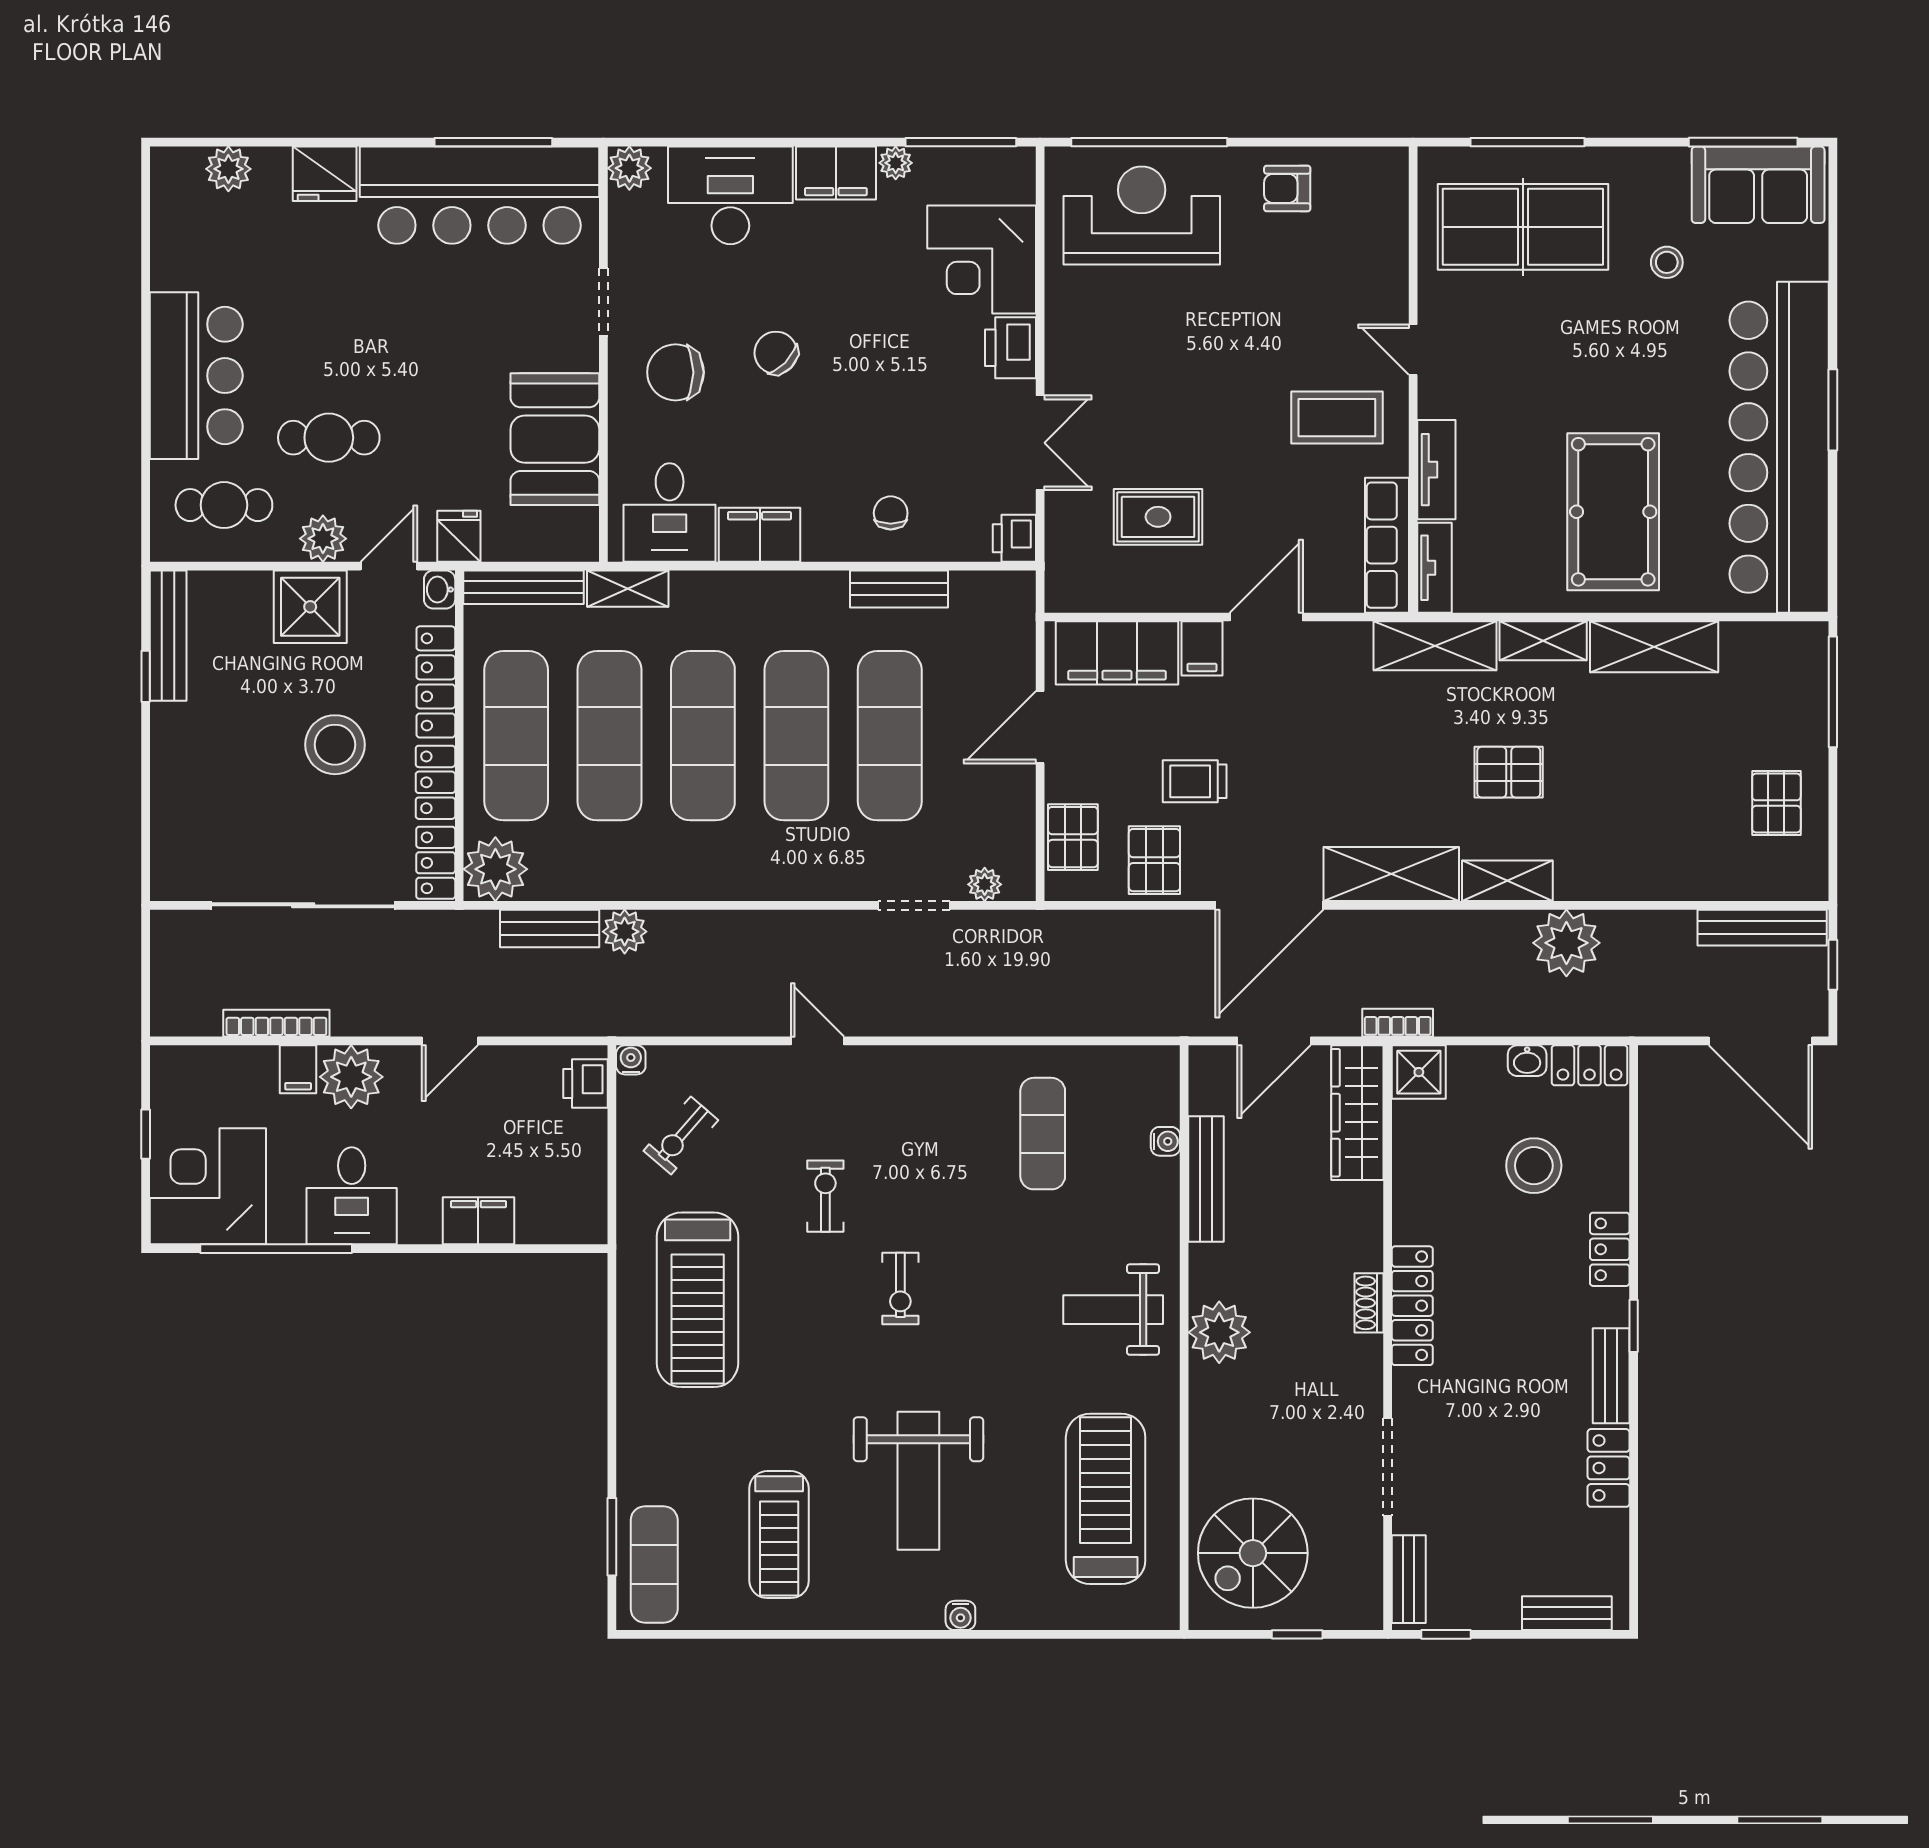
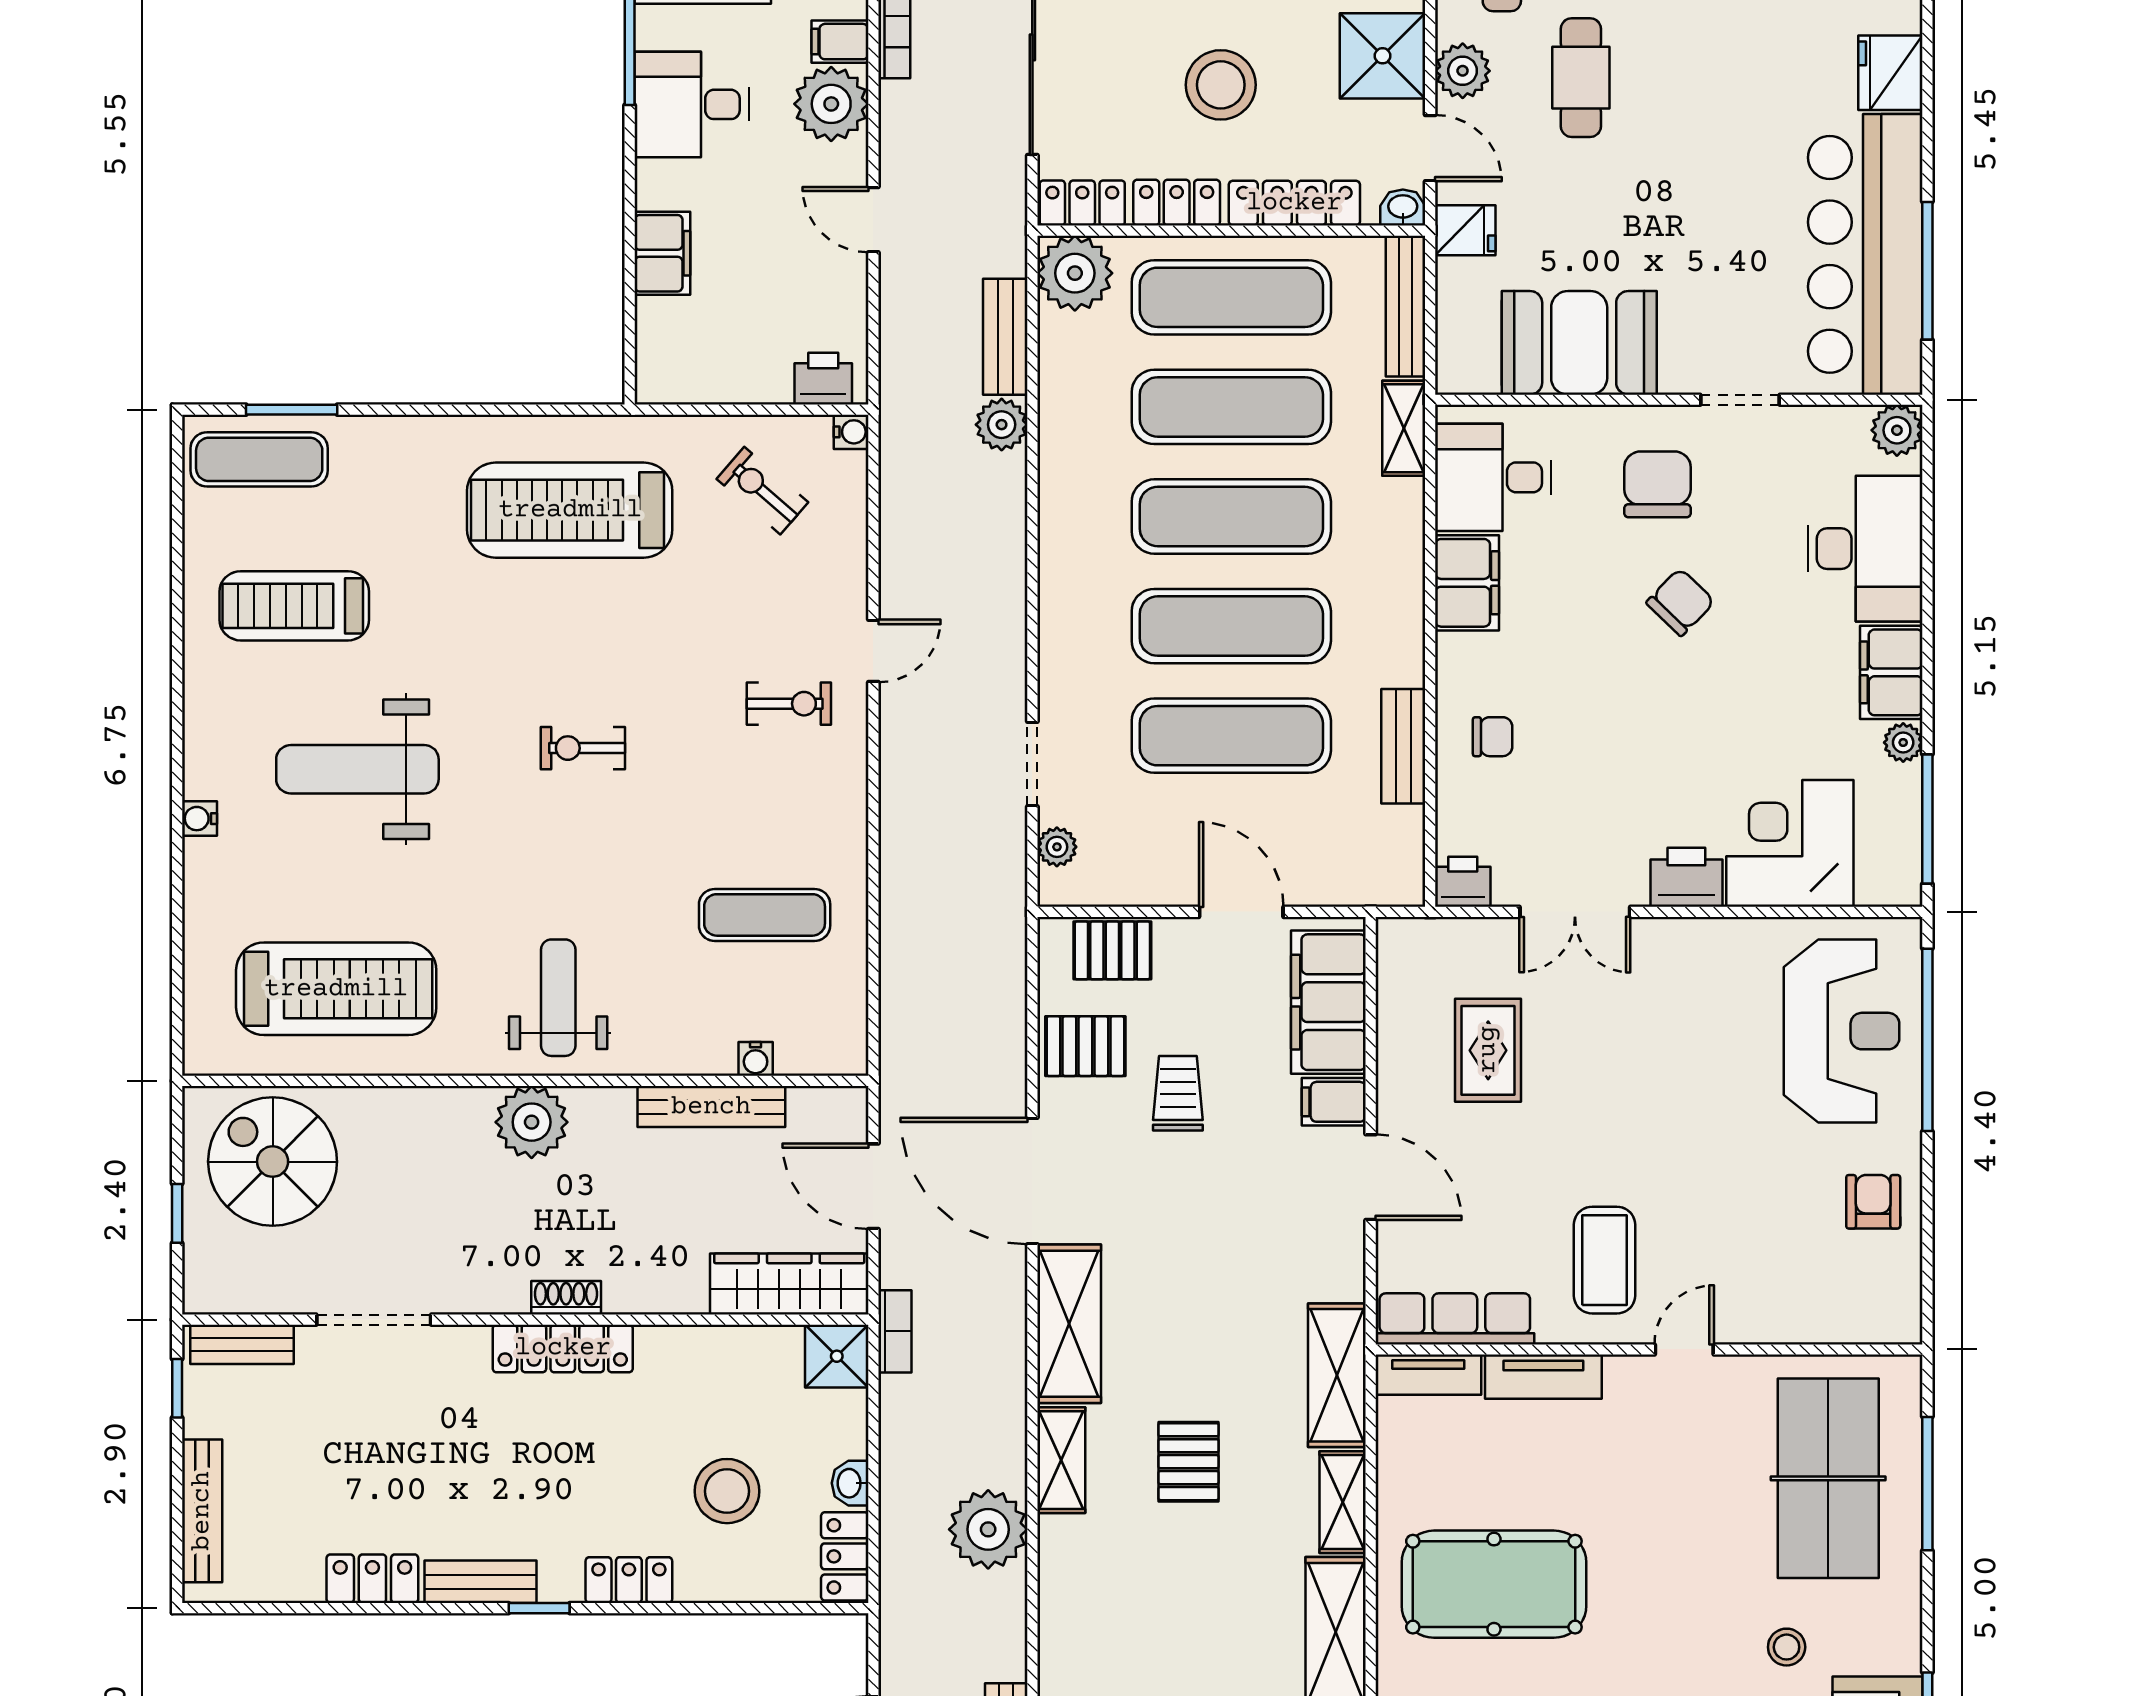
exercise bike: (825, 1196) -> (789, 704), moved
bench: (1567, 1613) -> (202, 1511), width x1.36

